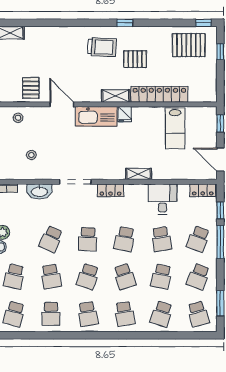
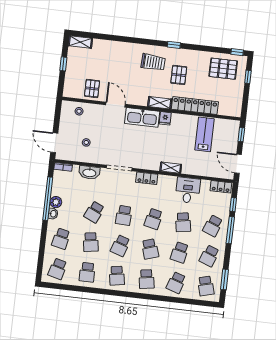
pallet: (135, 59) -> (179, 75), turned 90
lab bench: (175, 128) -> (204, 134), turned 180

